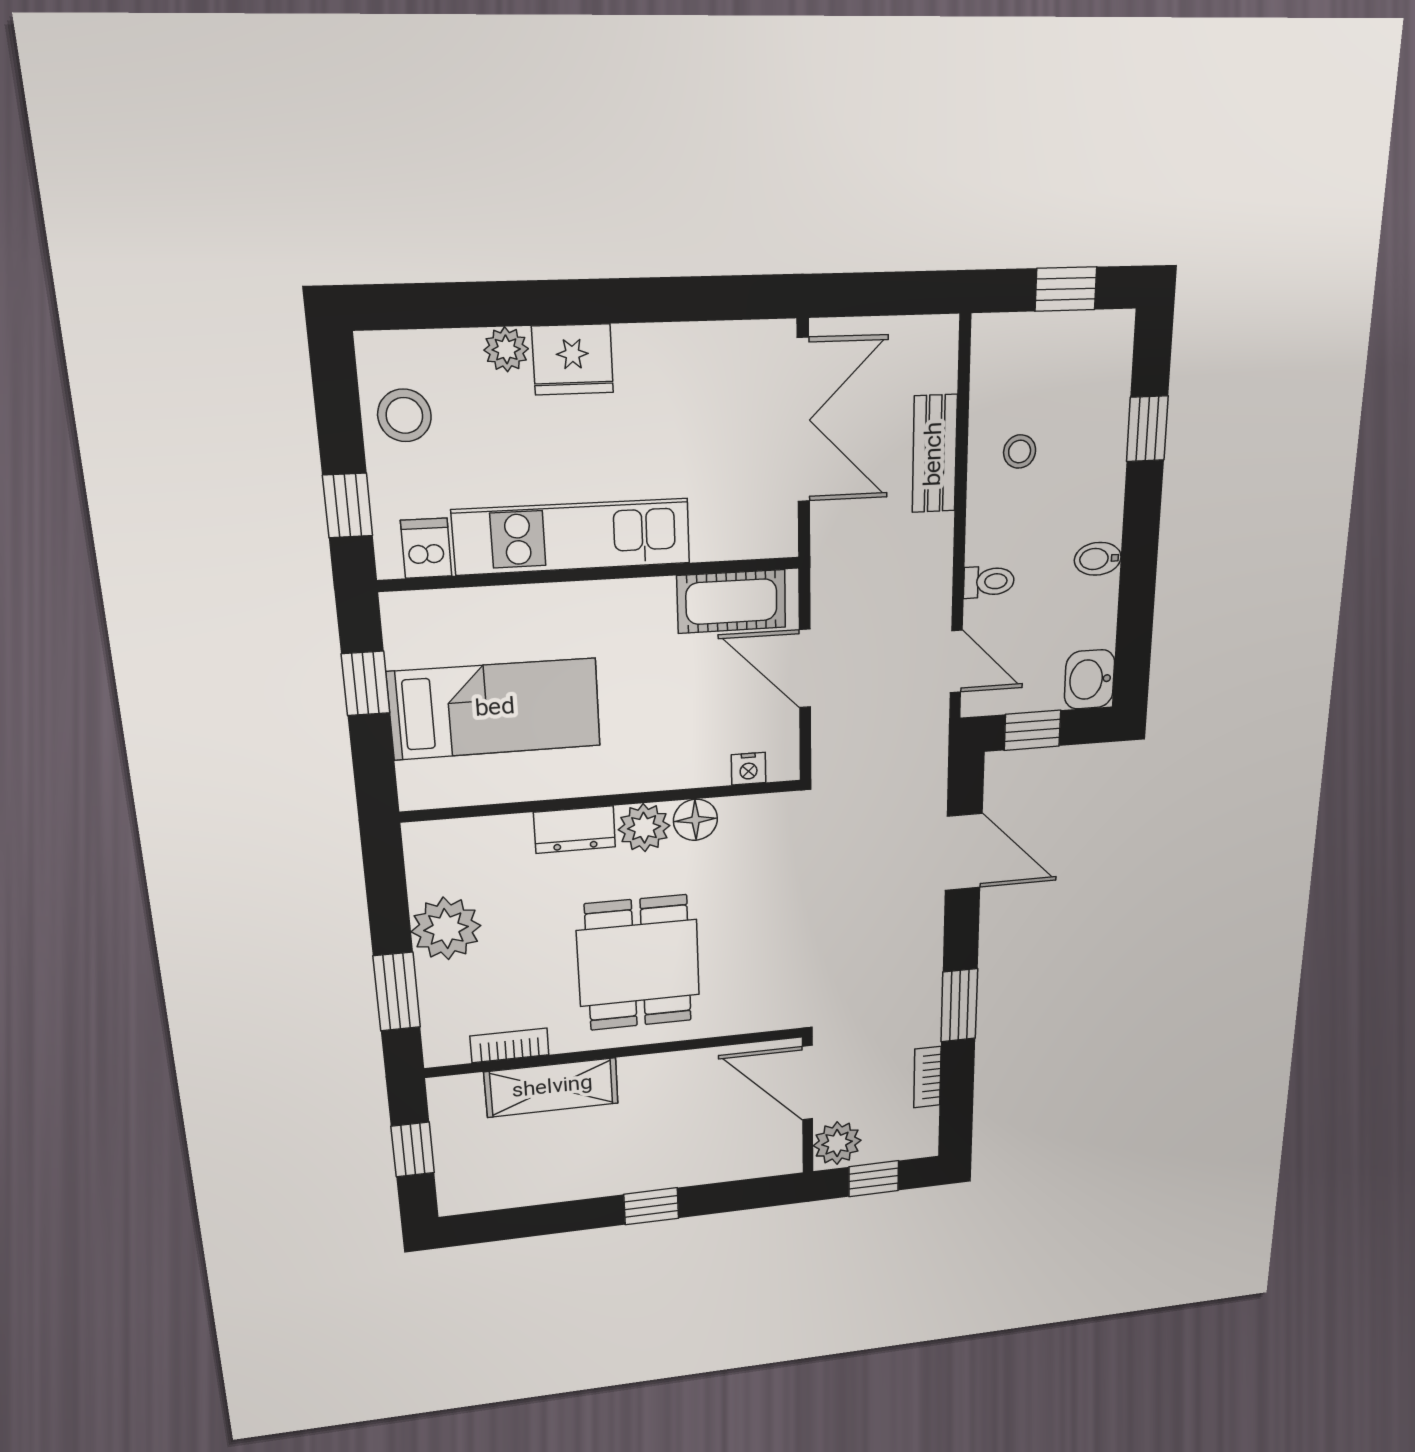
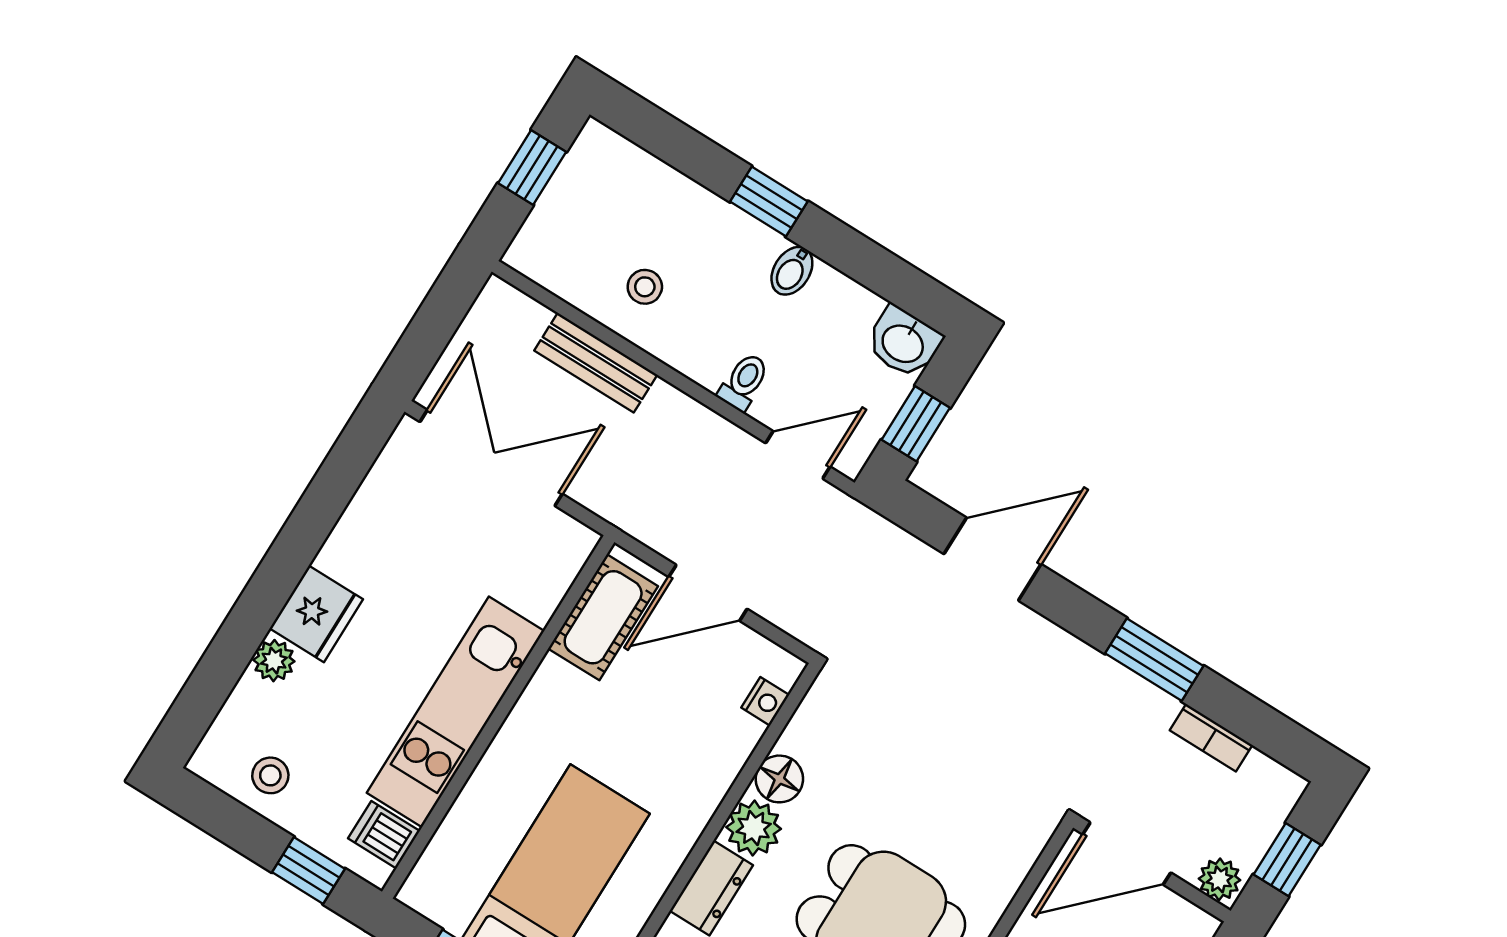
stool: (404, 415) -> (270, 775), width x0.73, depth x0.73
window: (1147, 429) -> (769, 202), moved
plant: (837, 1143) -> (1220, 879), width x0.73, depth x0.73

